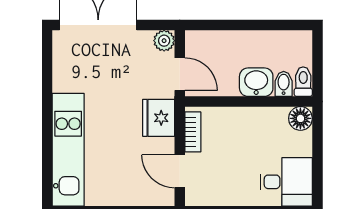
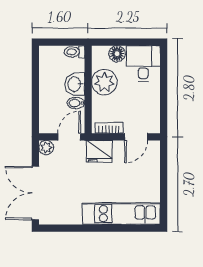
bidet: (284, 84) -> (76, 103), moved
floor lamp: (300, 118) -> (117, 54), moved
plant: (259, 125) -> (104, 82), added

